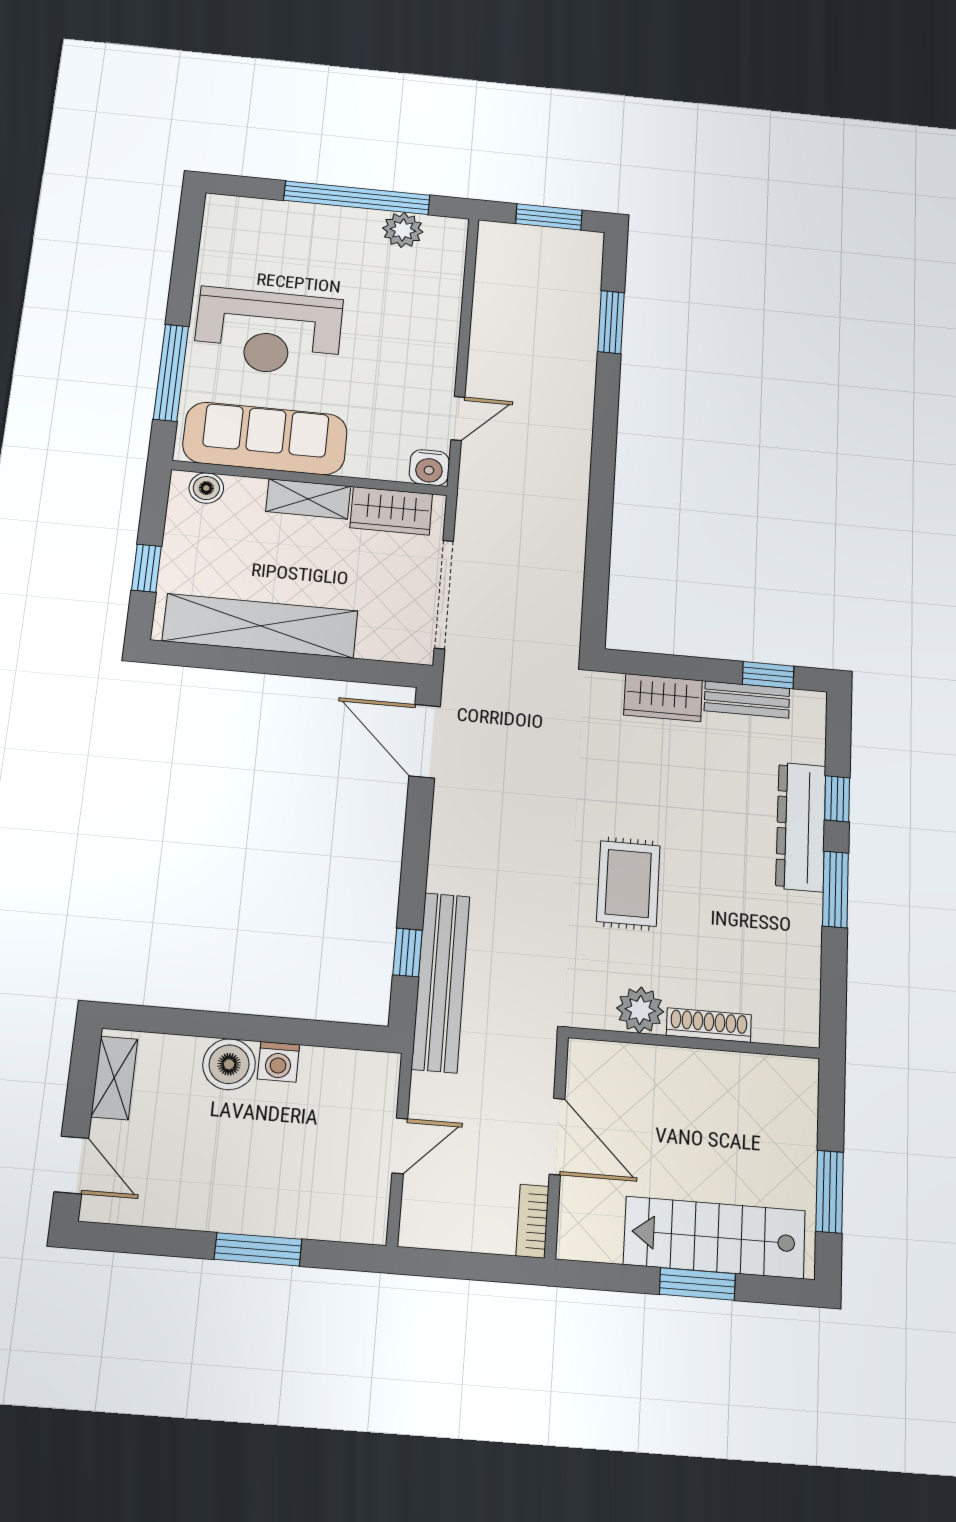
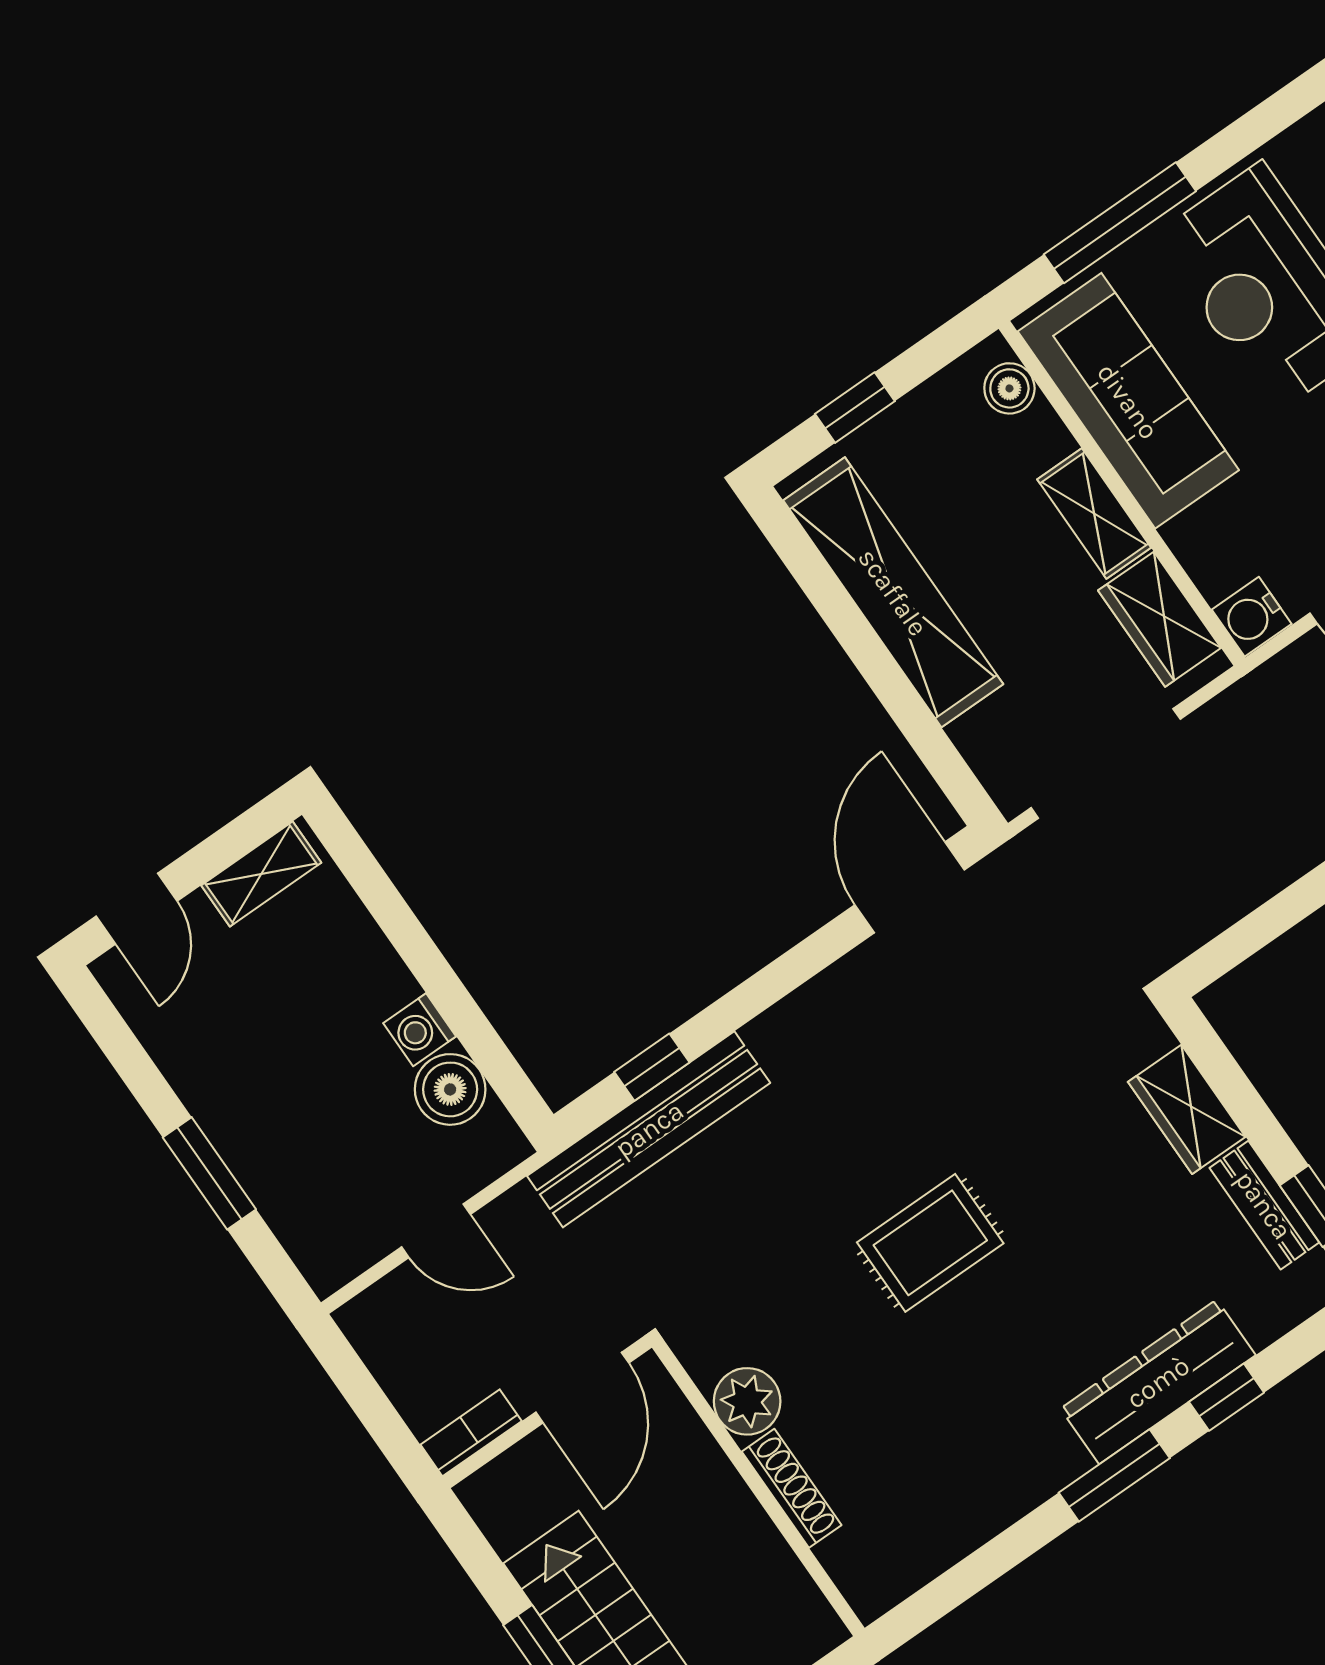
plant: (640, 1010) -> (747, 1401), moved
shoe rack: (709, 1025) -> (792, 1488), moved
wall: (694, 1043) -> (758, 1488), moved
boiler: (229, 1064) -> (450, 1089), moved

